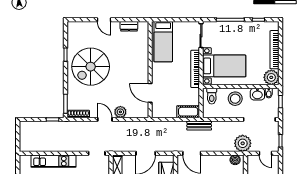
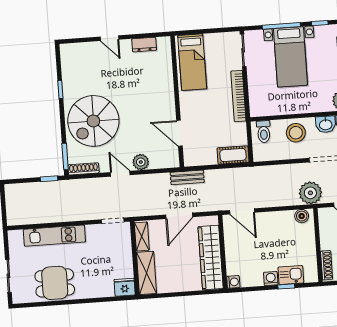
bed with nightstands: (224, 66) -> (290, 57), moved, turned 90
spiral stairs: (91, 67) -> (93, 121), moved
bench: (199, 126) -> (187, 177), moved

